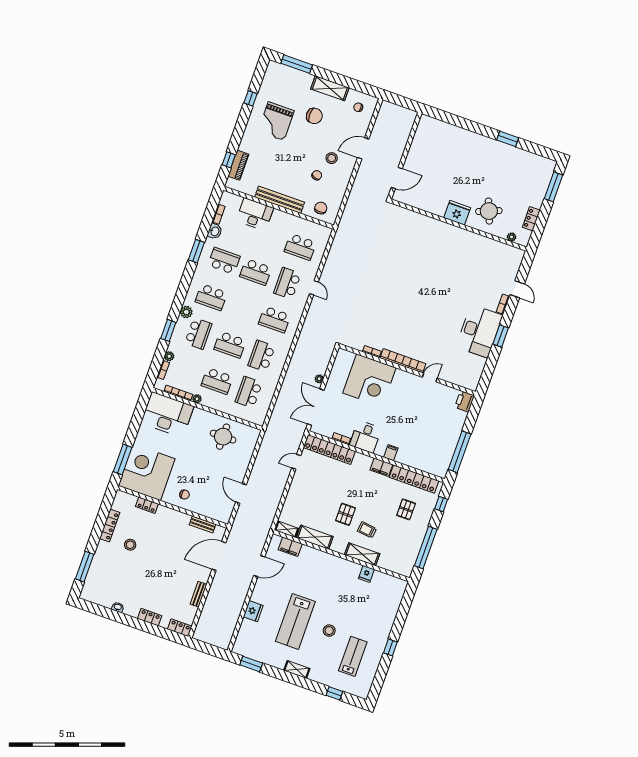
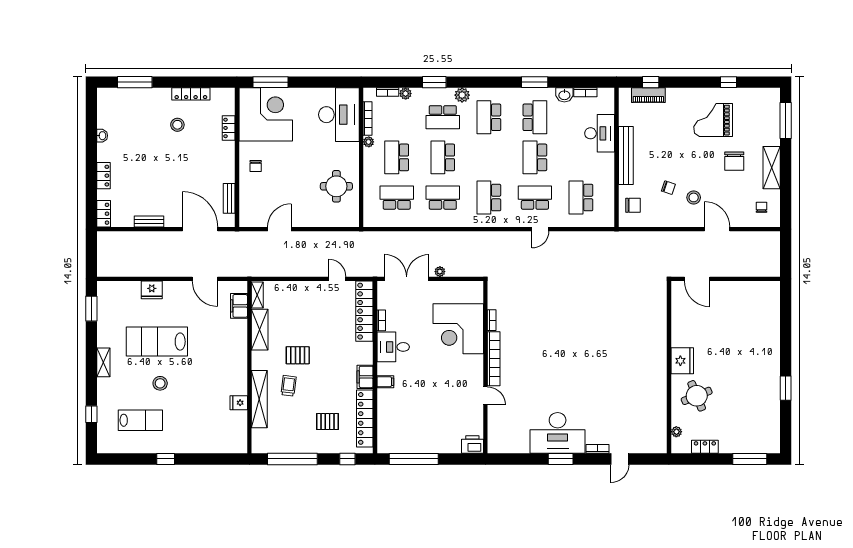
shelving: (362, 554) -> (259, 399), width x1.47

